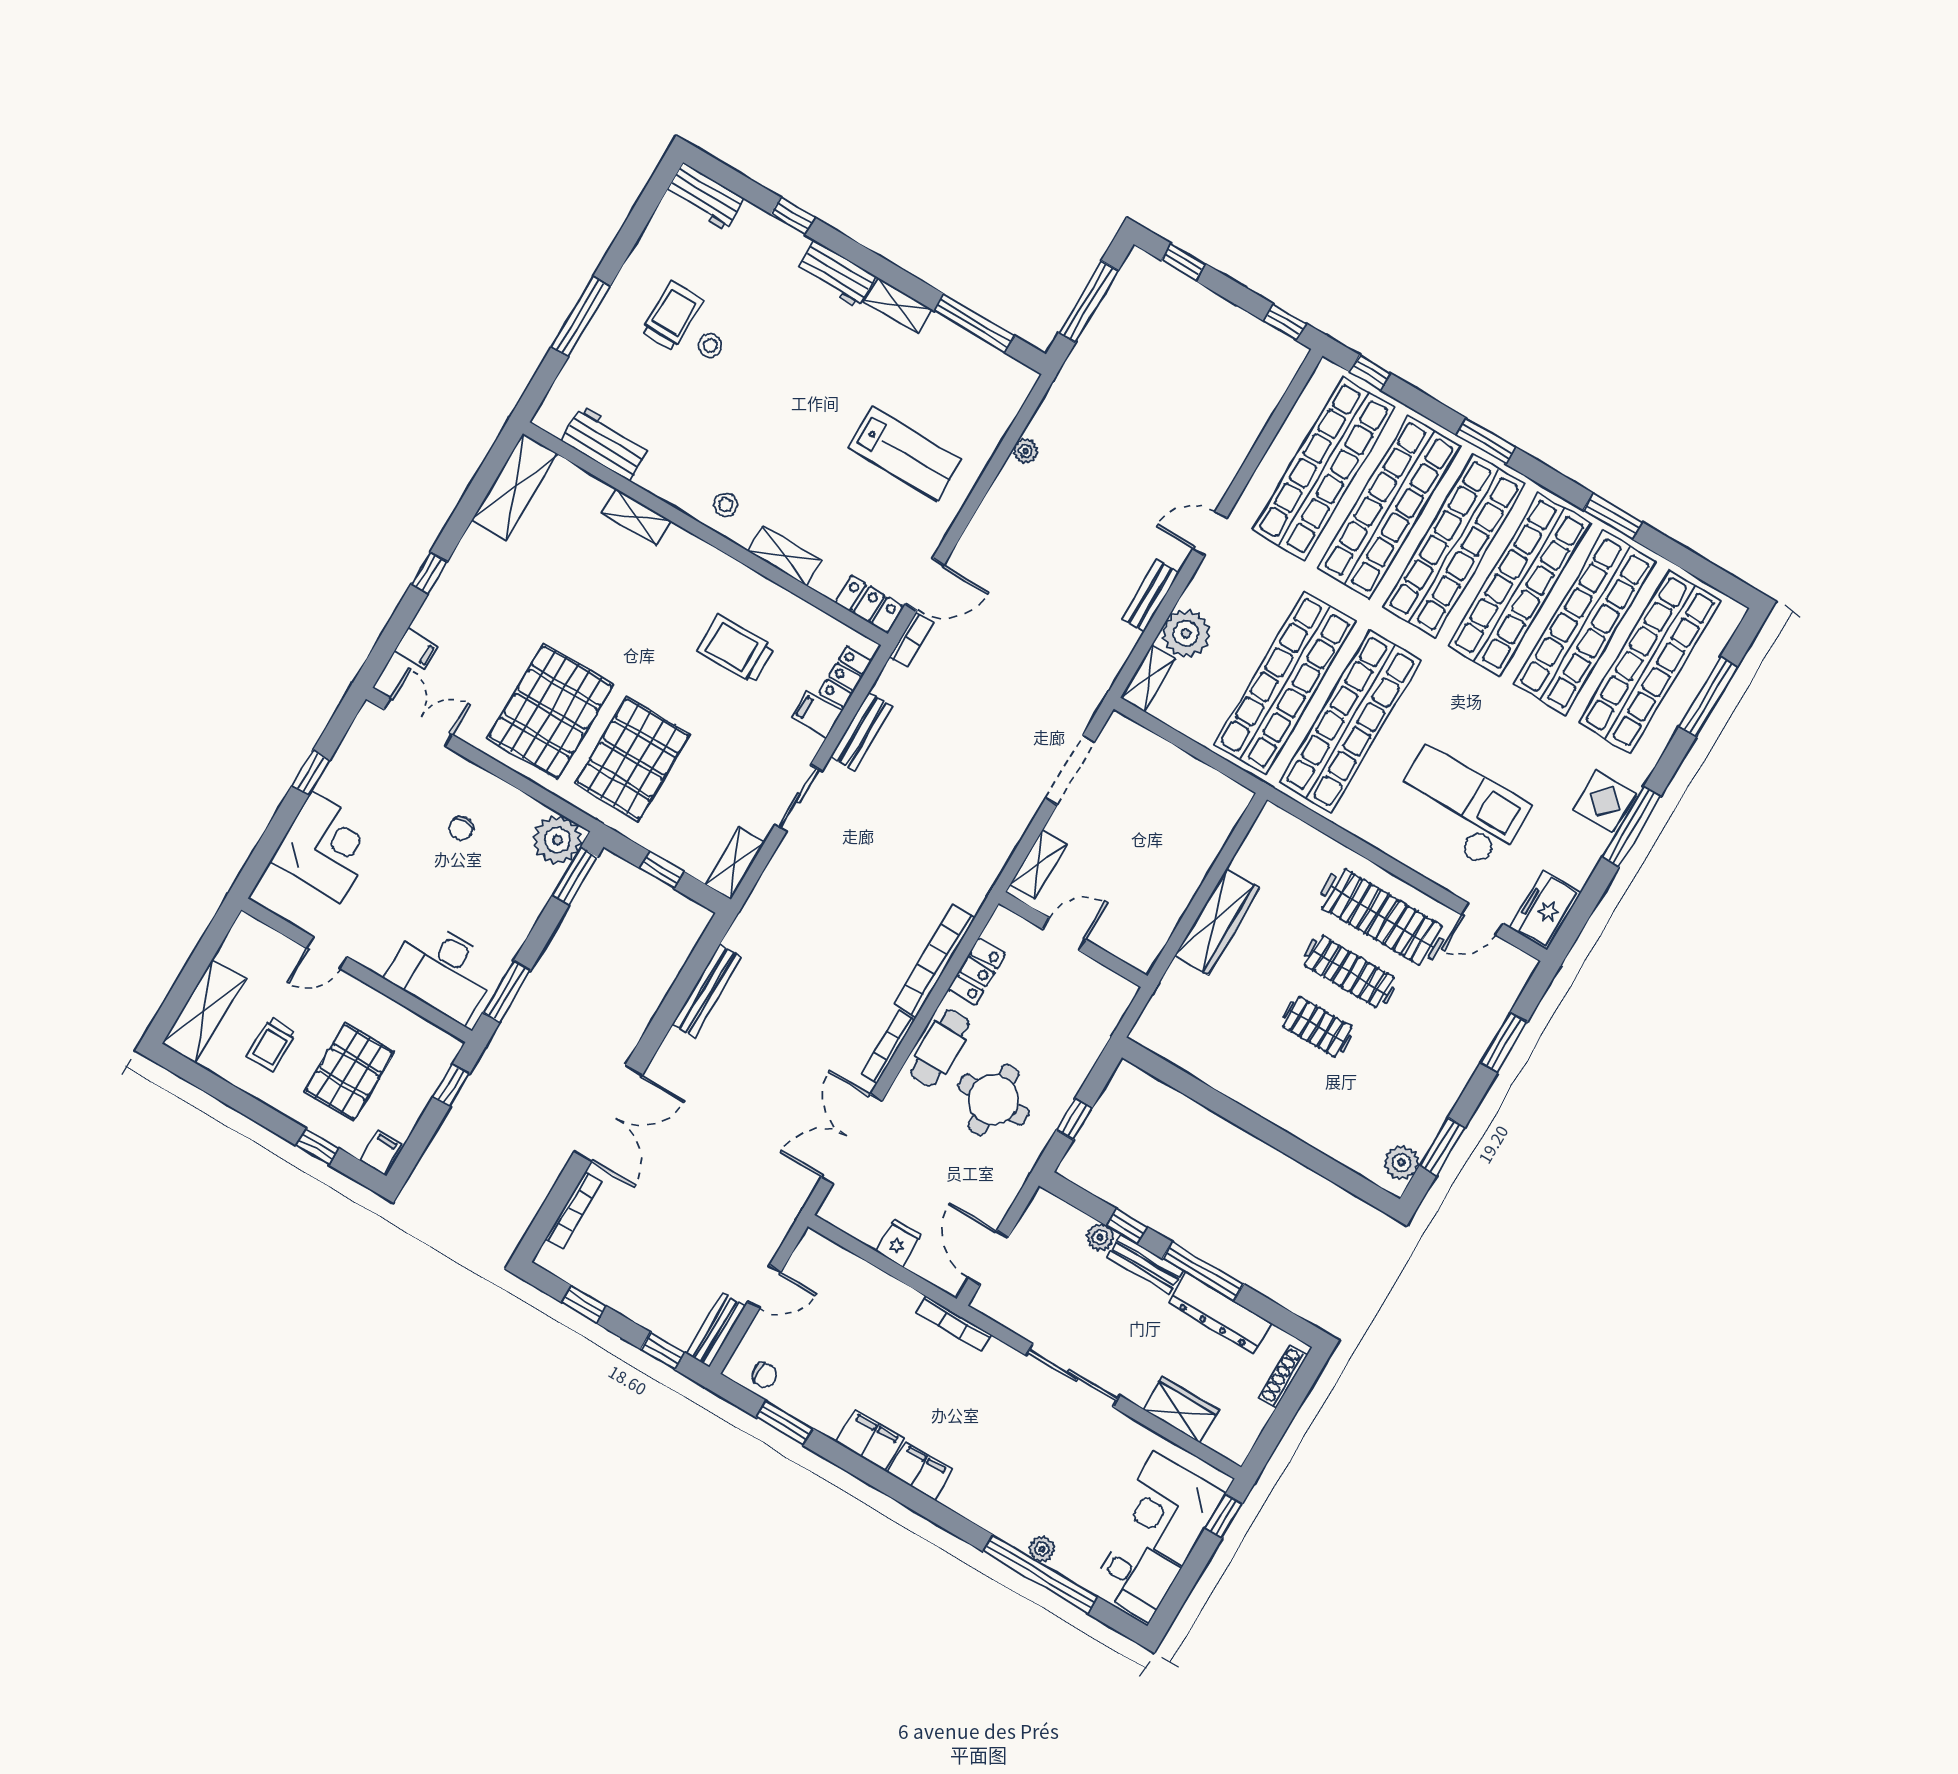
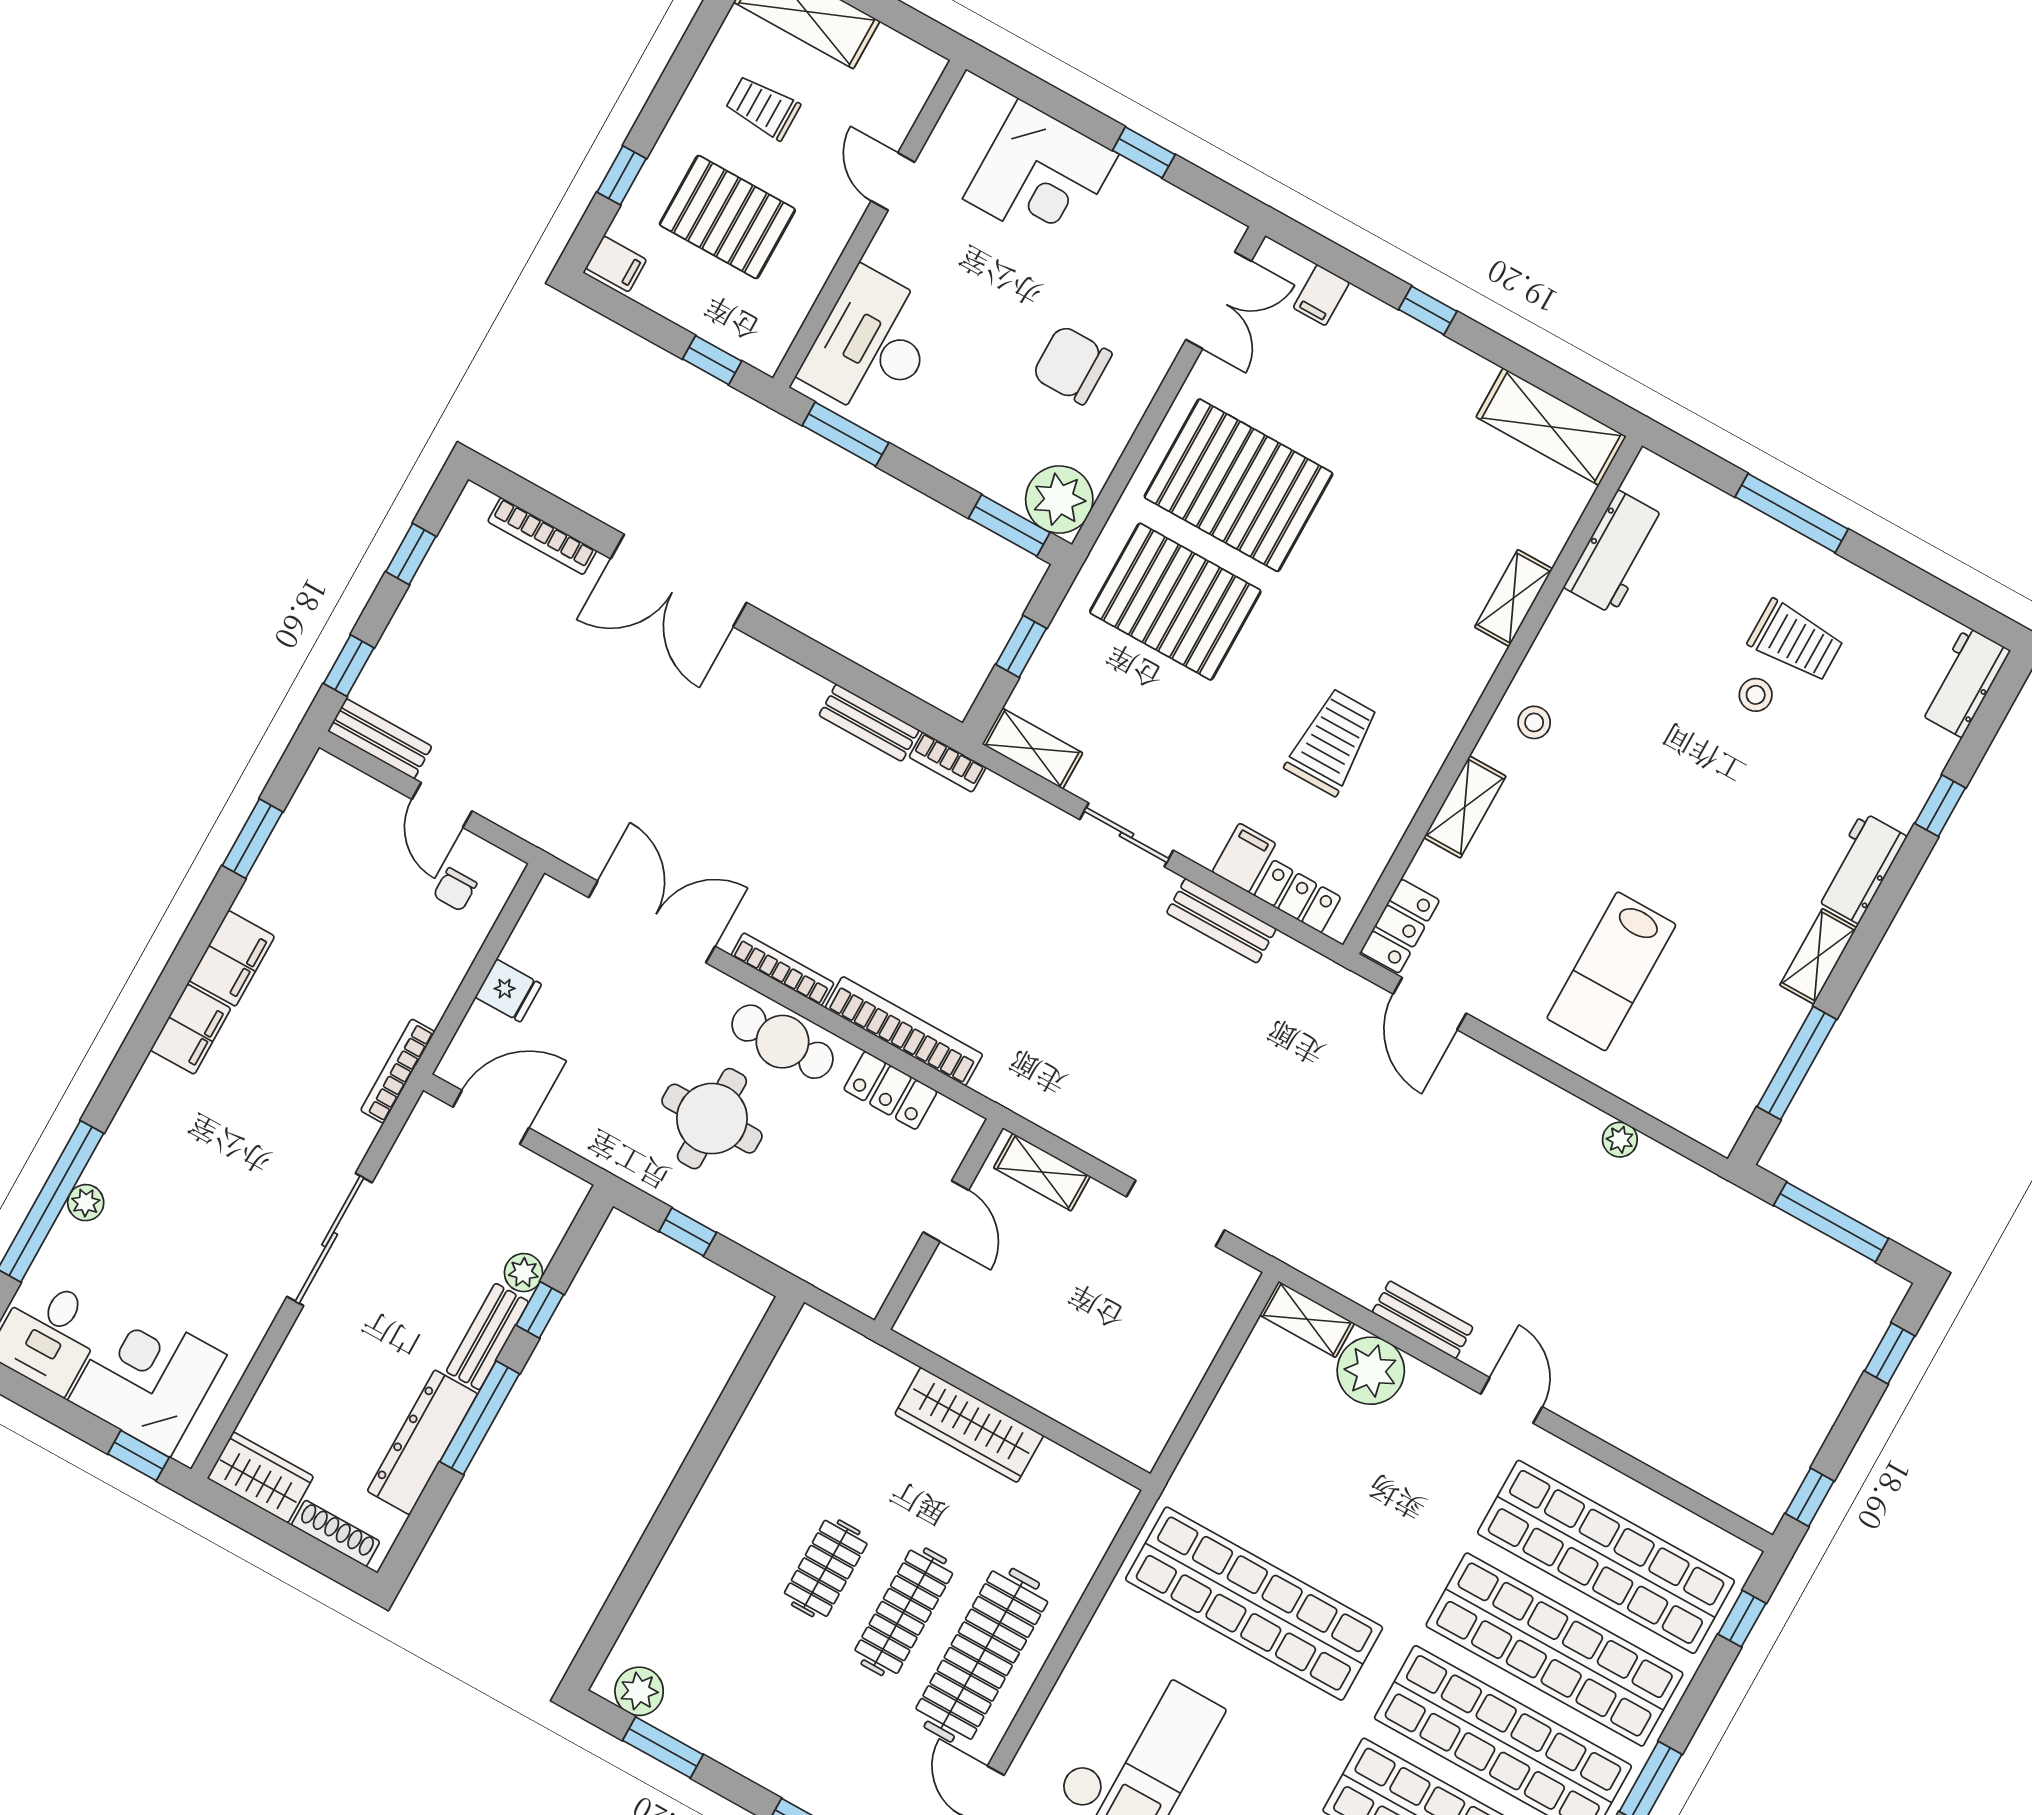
bookcase: (912, 640) -> (948, 762), moved
shop shelf: (1285, 683) -> (1306, 1511), removed
chair: (461, 828) -> (1072, 365), width x1.87, depth x1.87
bench: (707, 991) -> (869, 723), width x0.73
chair: (764, 1375) -> (455, 890), moved
wardrobe: (1181, 1410) -> (260, 1477), moved, turned -90

